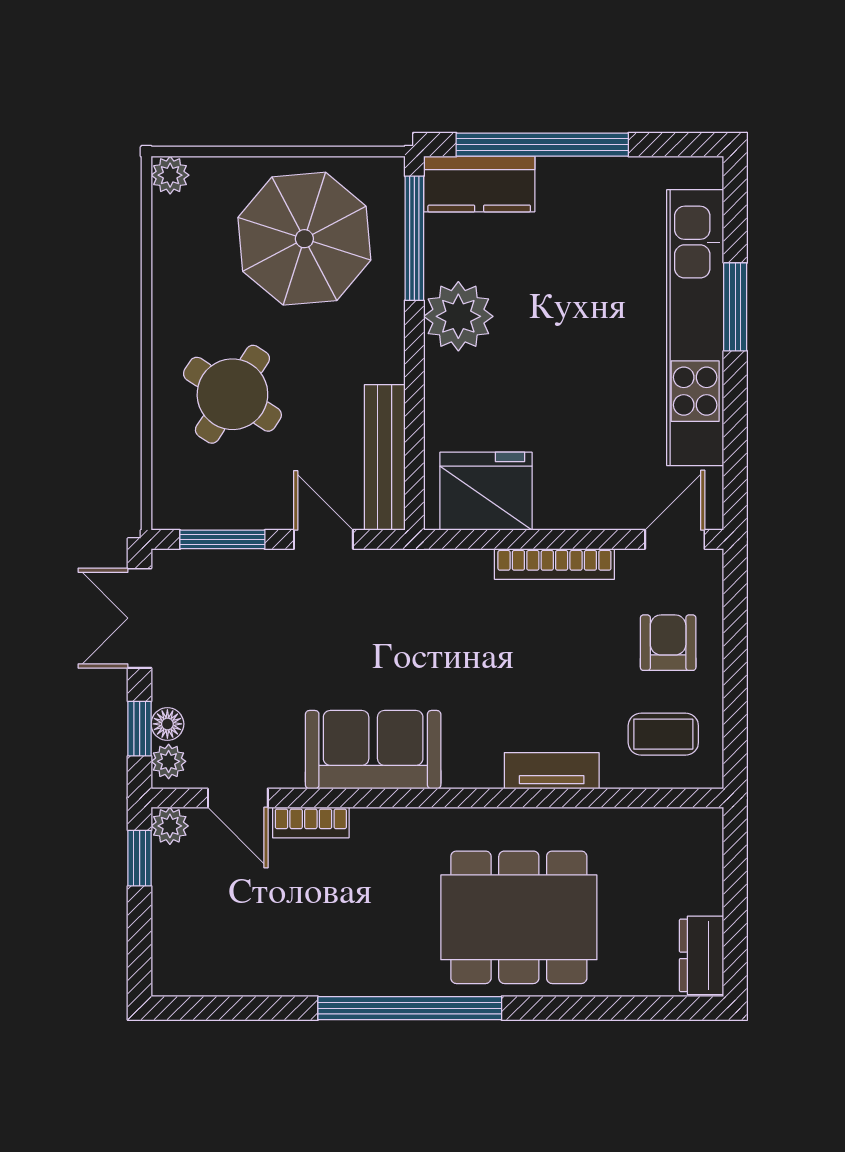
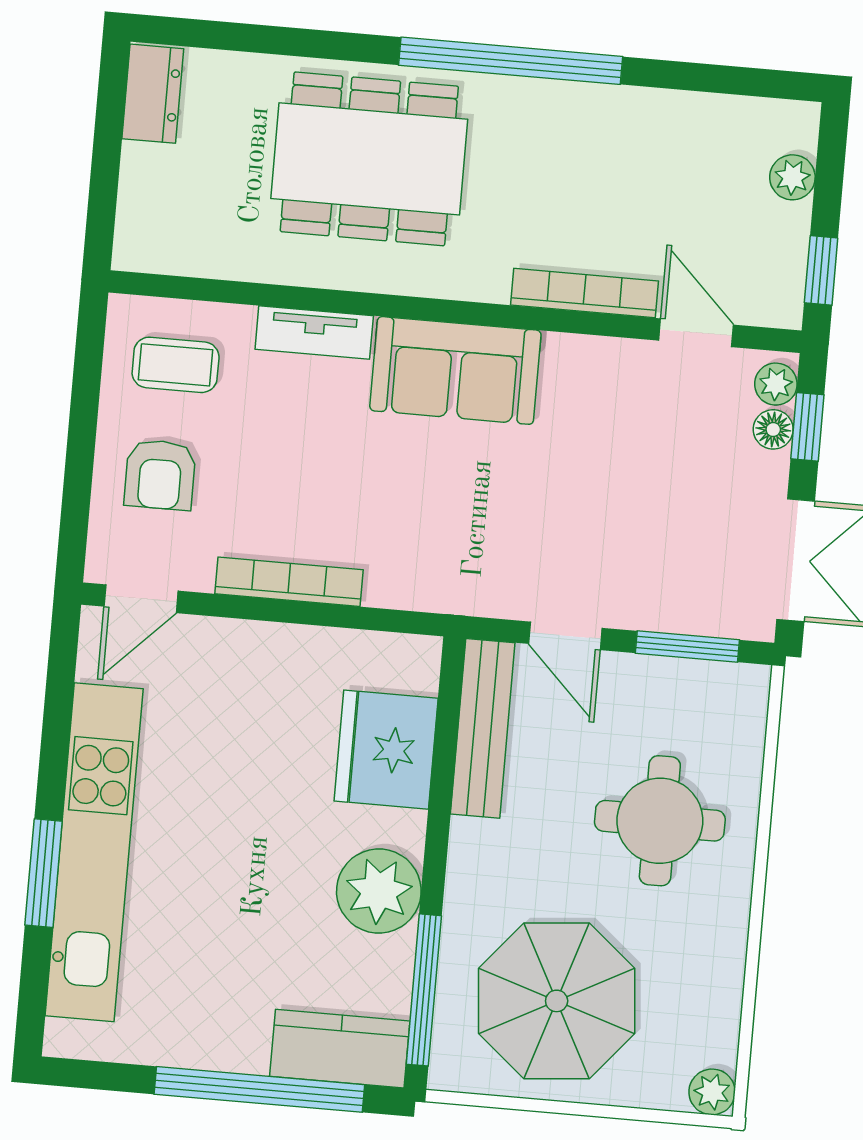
round table: (232, 394) -> (660, 821), turned -33
fridge: (486, 491) -> (386, 750), moved, turned 90
sofa: (373, 750) -> (455, 370), moved
bookcase: (311, 823) -> (584, 293), width x1.56
plant: (170, 826) -> (792, 177), moved

